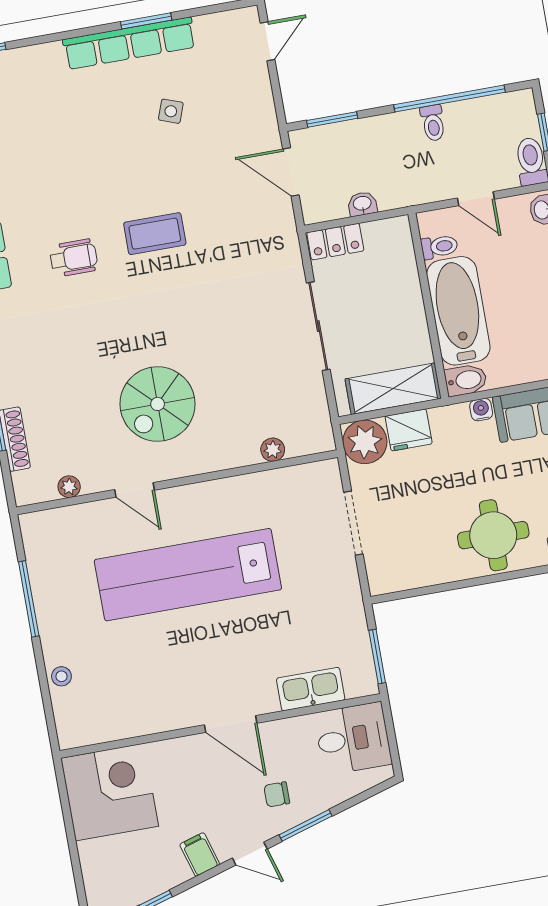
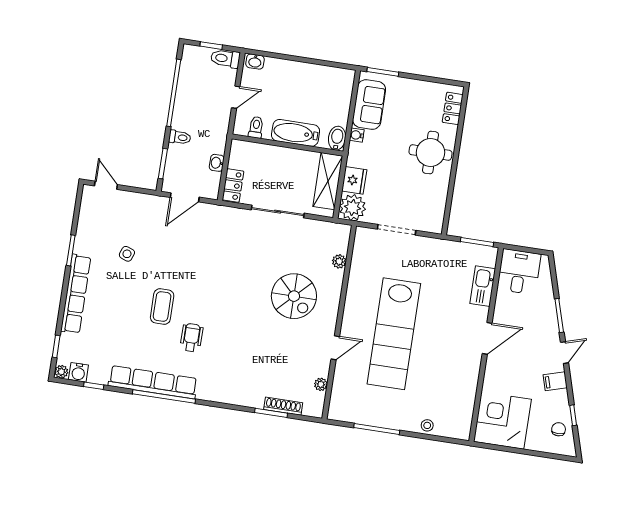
row of seats: (129, 43) -> (76, 294), moved
toilet: (433, 123) -> (180, 137), moved
coffee table: (155, 234) -> (162, 306), moved
bathtub: (458, 311) -> (296, 133), width x0.73, depth x0.73
spiral stairs: (158, 404) -> (294, 296), moved
chair: (277, 794) -> (559, 429), moved, turned 180

